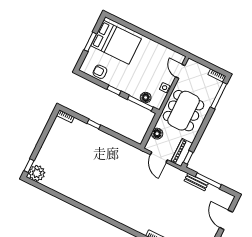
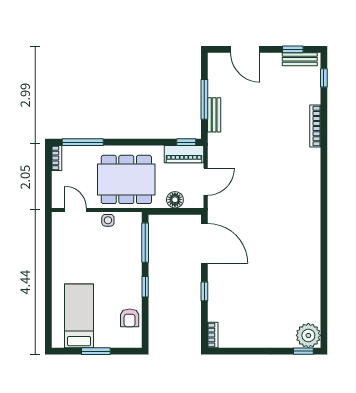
bed: (116, 42) -> (79, 316), width x0.67
door: (180, 71) -> (76, 210), swing flipped
floor lamp: (146, 98) -> (134, 239), removed
door: (122, 138) -> (204, 243), added
door: (226, 220) -> (245, 49), hinge flipped

